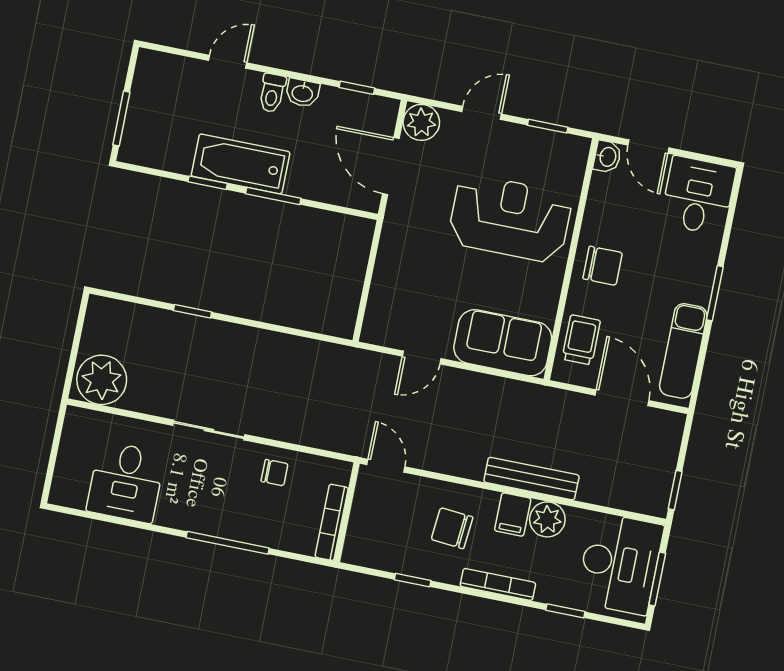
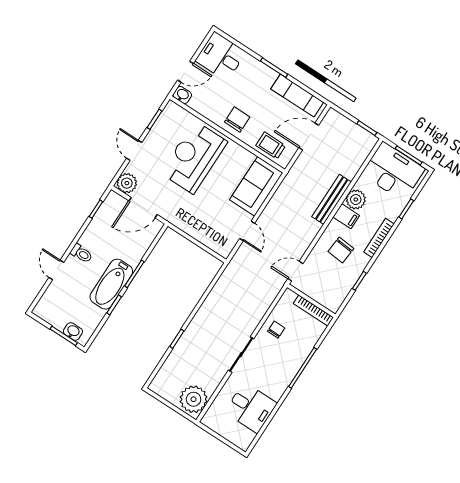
washbasin: (302, 93) -> (73, 331), moved, turned -90

